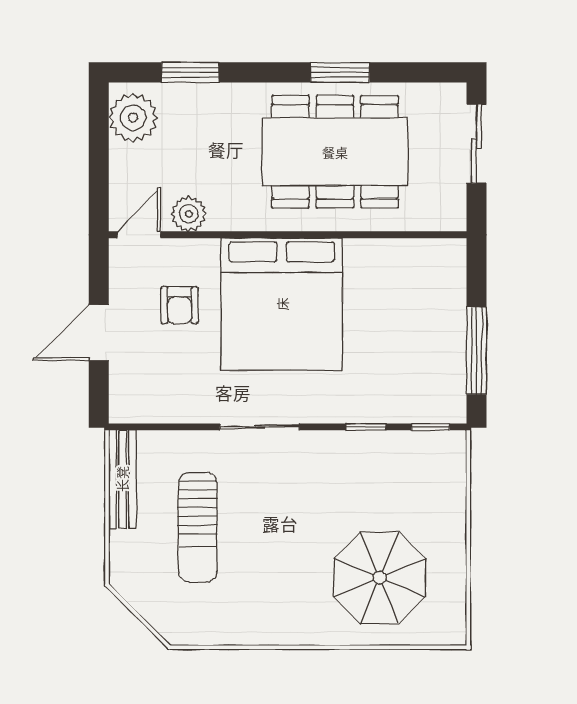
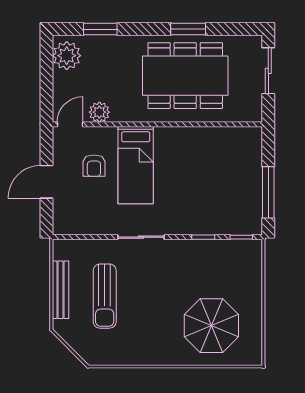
bed: (282, 304) -> (136, 165), width x0.49
bench: (122, 479) -> (60, 290), moved

